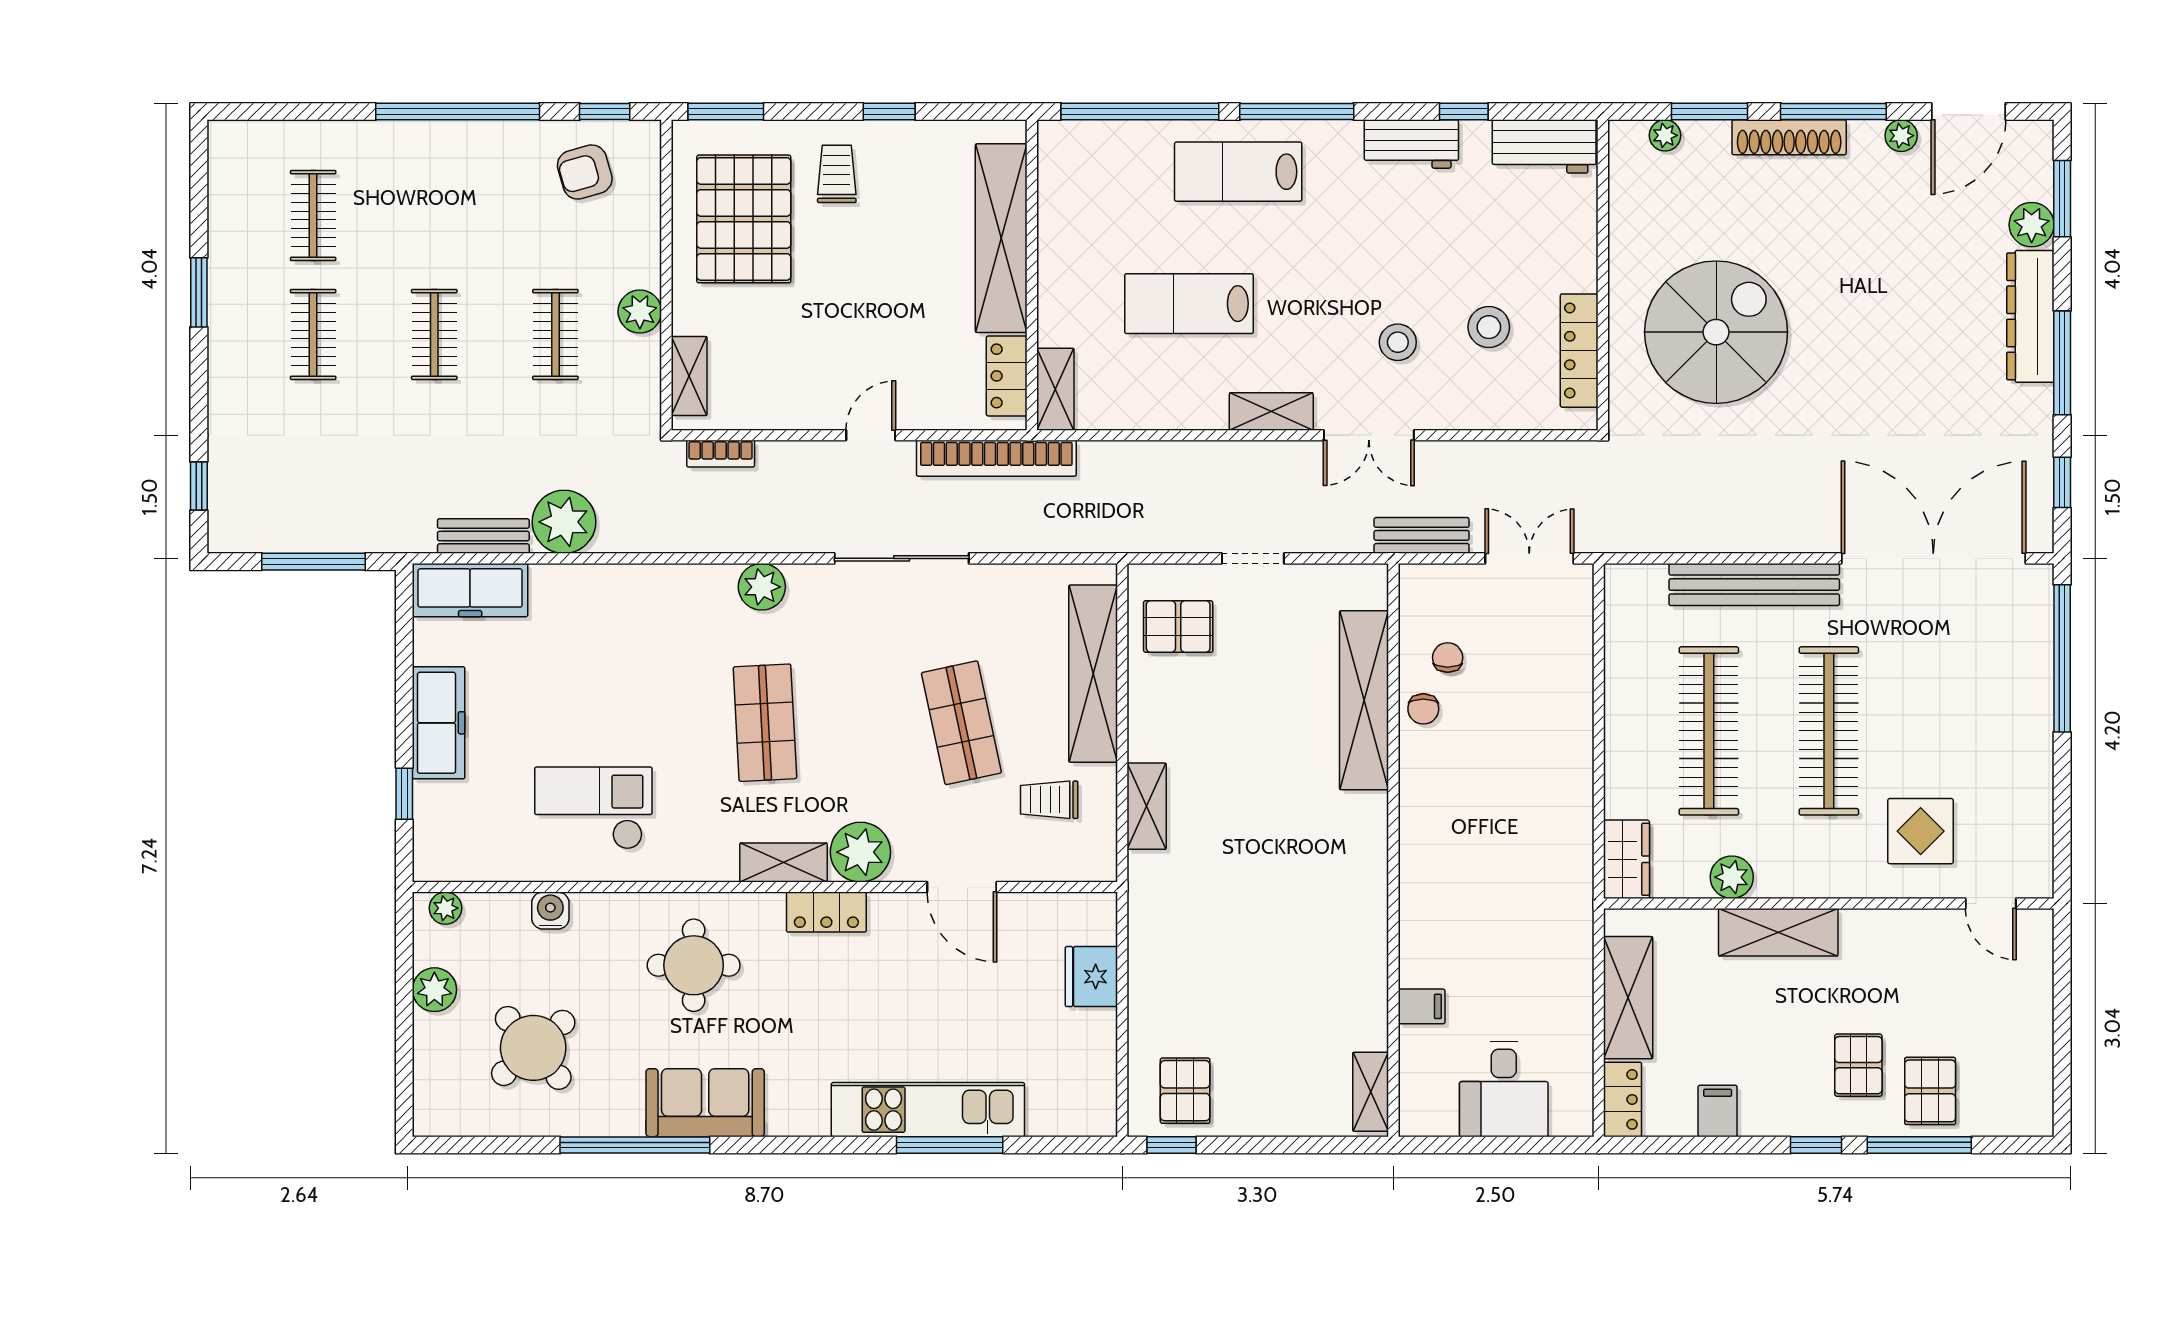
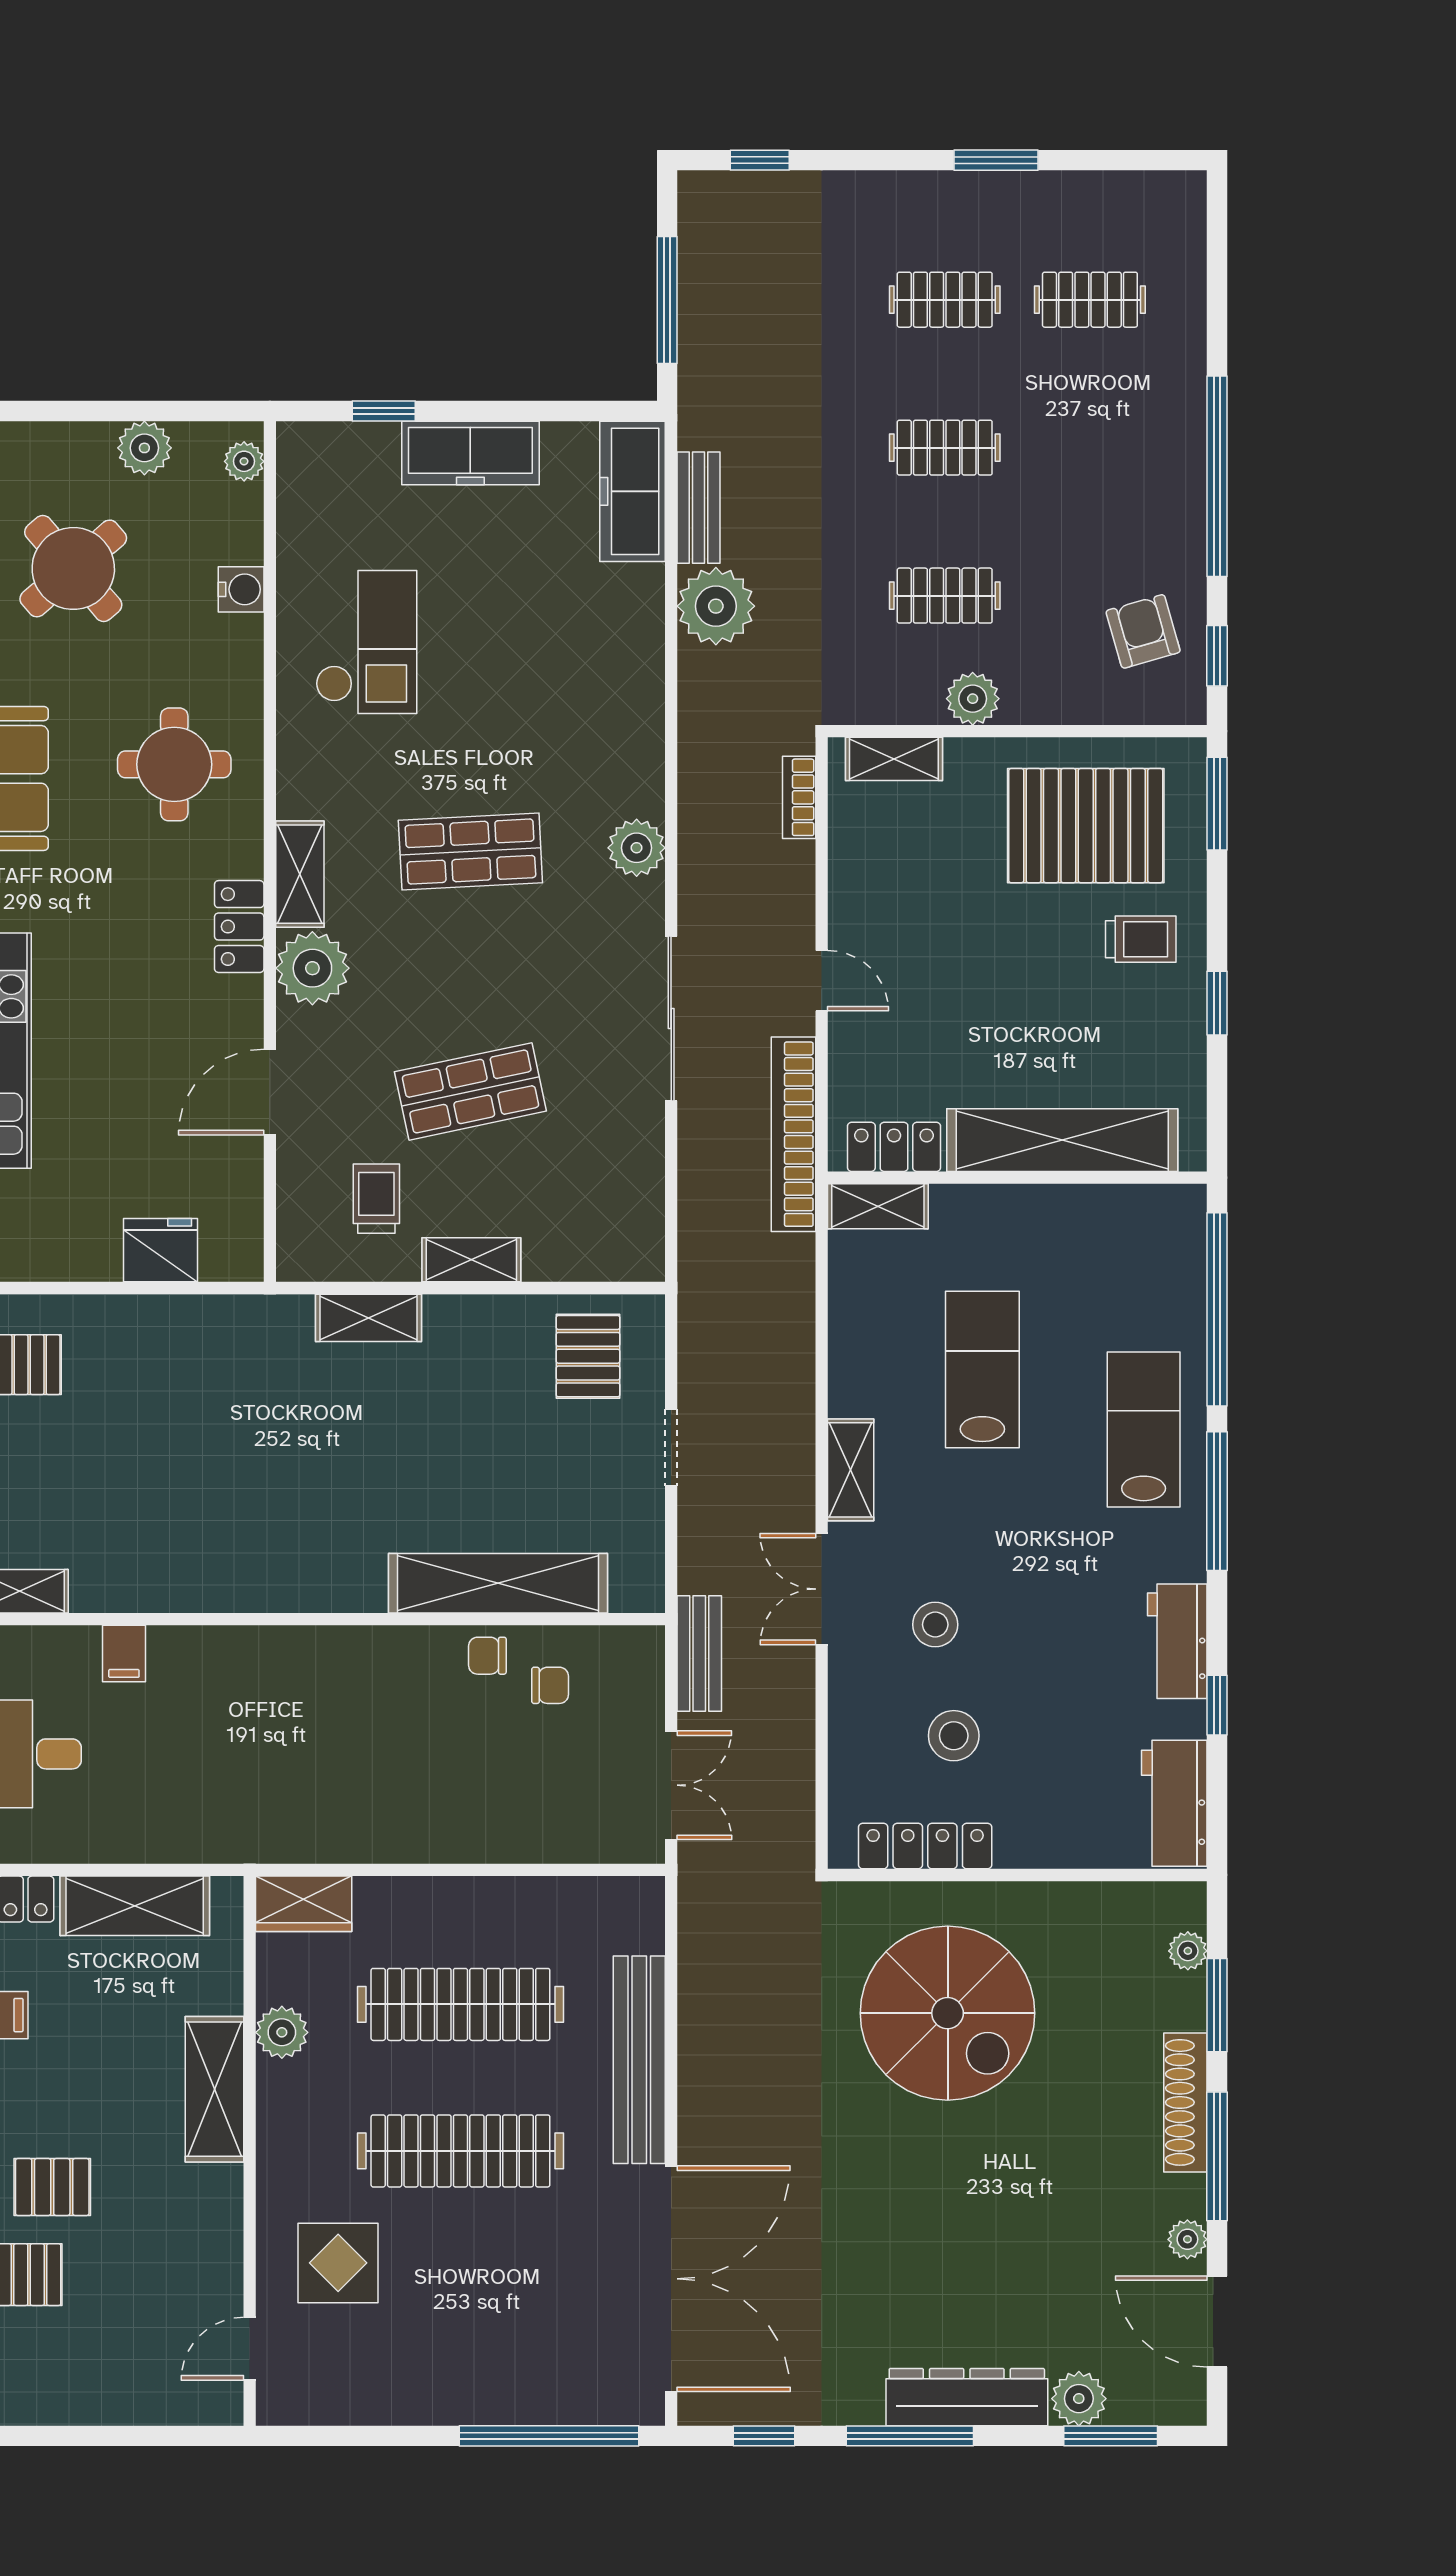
shelving: (1093, 674) -> (471, 1260), width x0.45, depth x0.75

